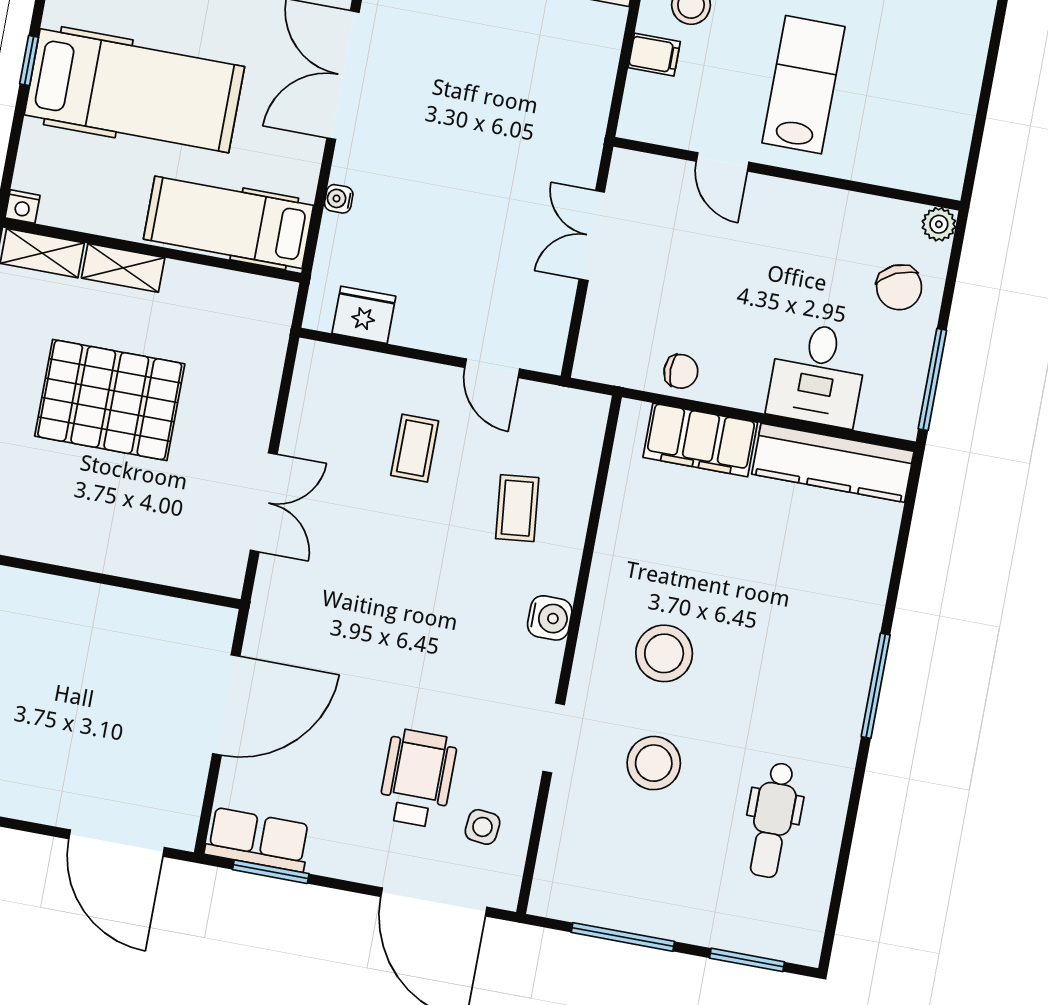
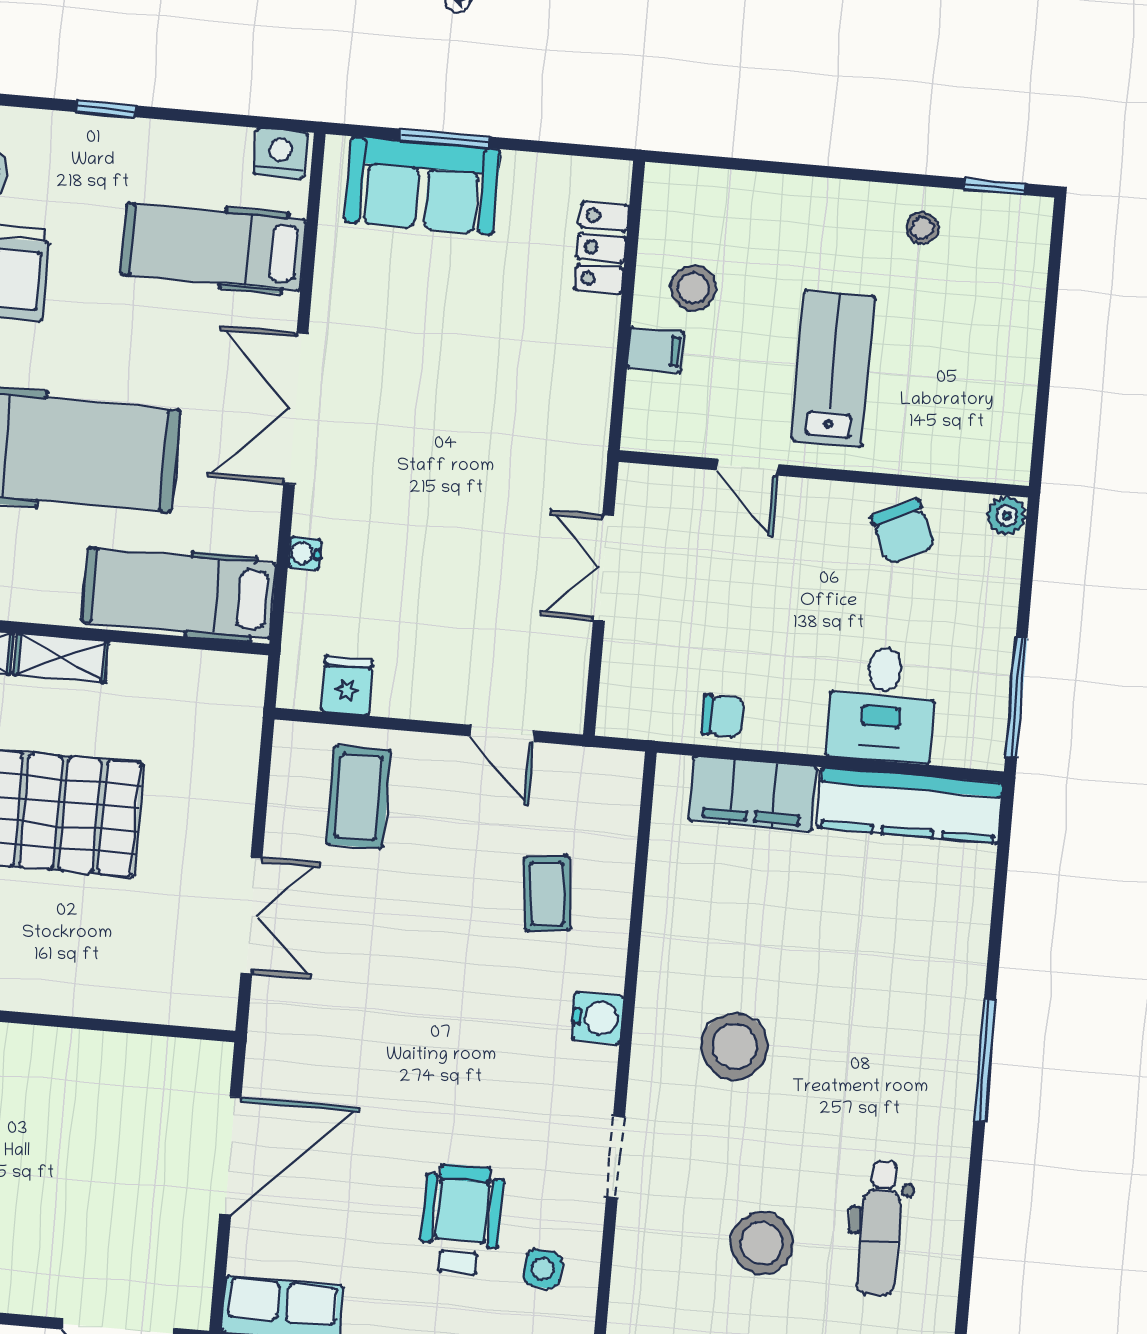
chair: (899, 287) -> (903, 532), moved
fridge: (364, 315) -> (347, 686), width x0.72
coffee table: (415, 448) -> (359, 797), moved, width x1.36, depth x1.30
stool: (654, 763) -> (762, 1243), moved

